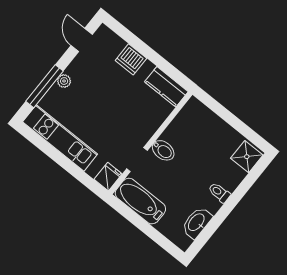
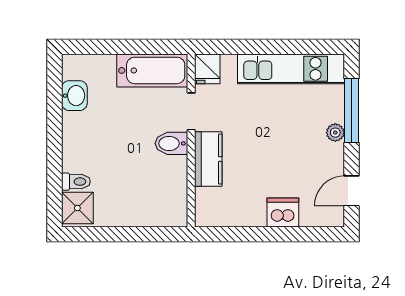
door: (82, 40) -> (352, 191), swing flipped
kitchen counter: (166, 87) -> (208, 159), moved, turned 90
toilet: (219, 193) -> (76, 182), moved
washbasin: (197, 223) -> (74, 96), width x0.72

